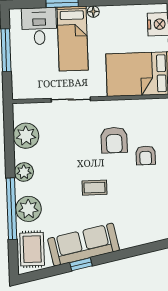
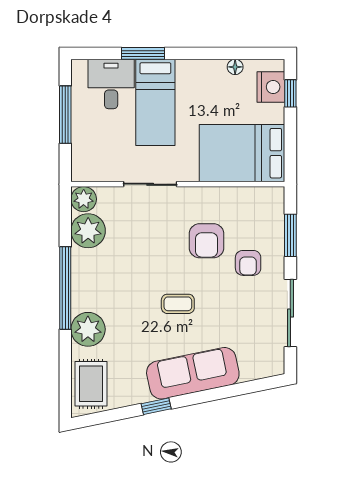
floor lamp: (93, 12) -> (235, 67), moved
plant: (24, 172) -> (84, 199), moved
window: (12, 209) -> (65, 288), moved
sofa: (84, 245) -> (193, 373), moved

